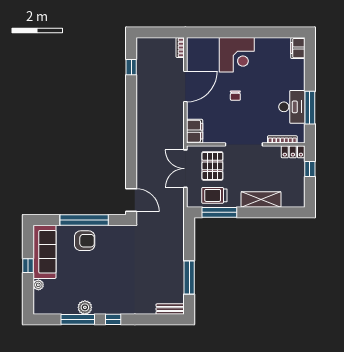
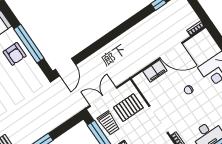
filing cabinet: (195, 131) -> (155, 71), moved
double door: (185, 169) -> (103, 97), moved
trolley: (214, 195) -> (109, 123), turned 180

